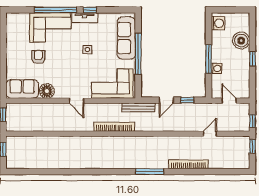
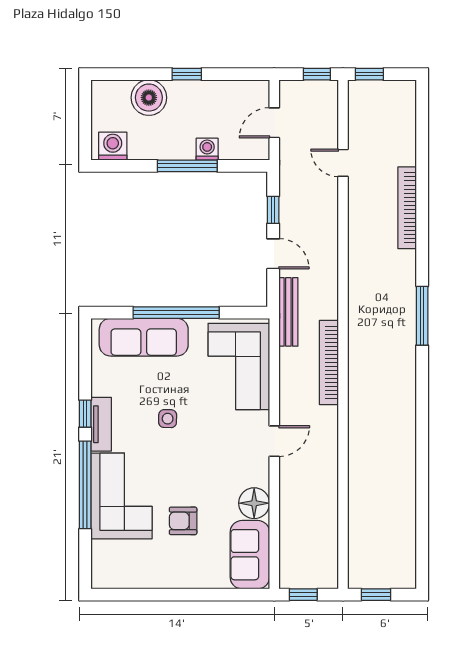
window: (150, 172) -> (422, 316), moved

